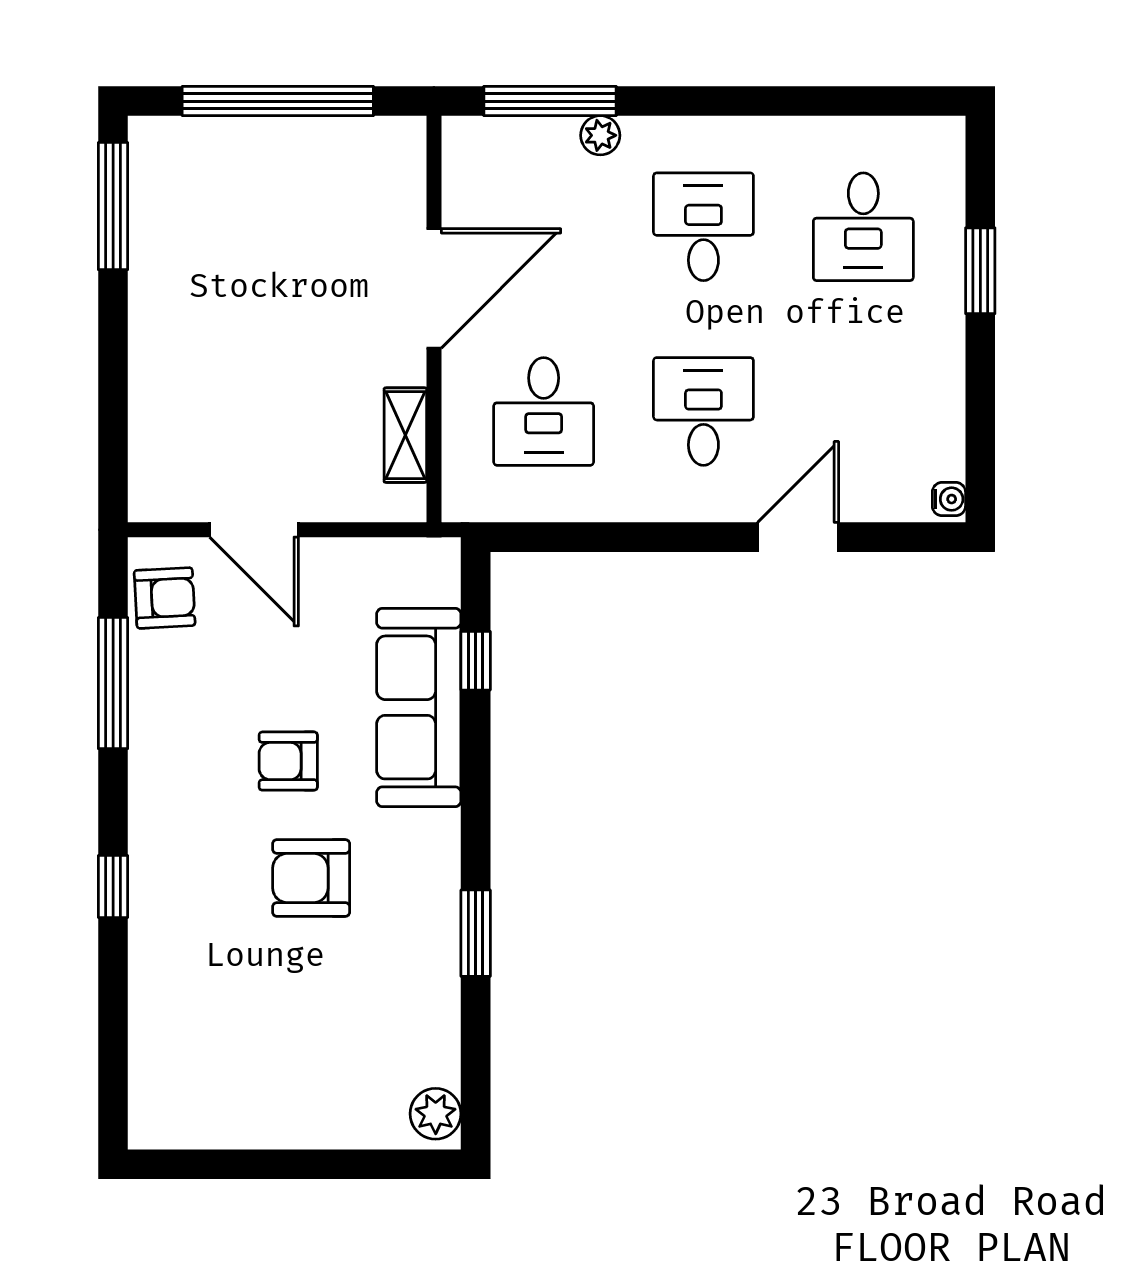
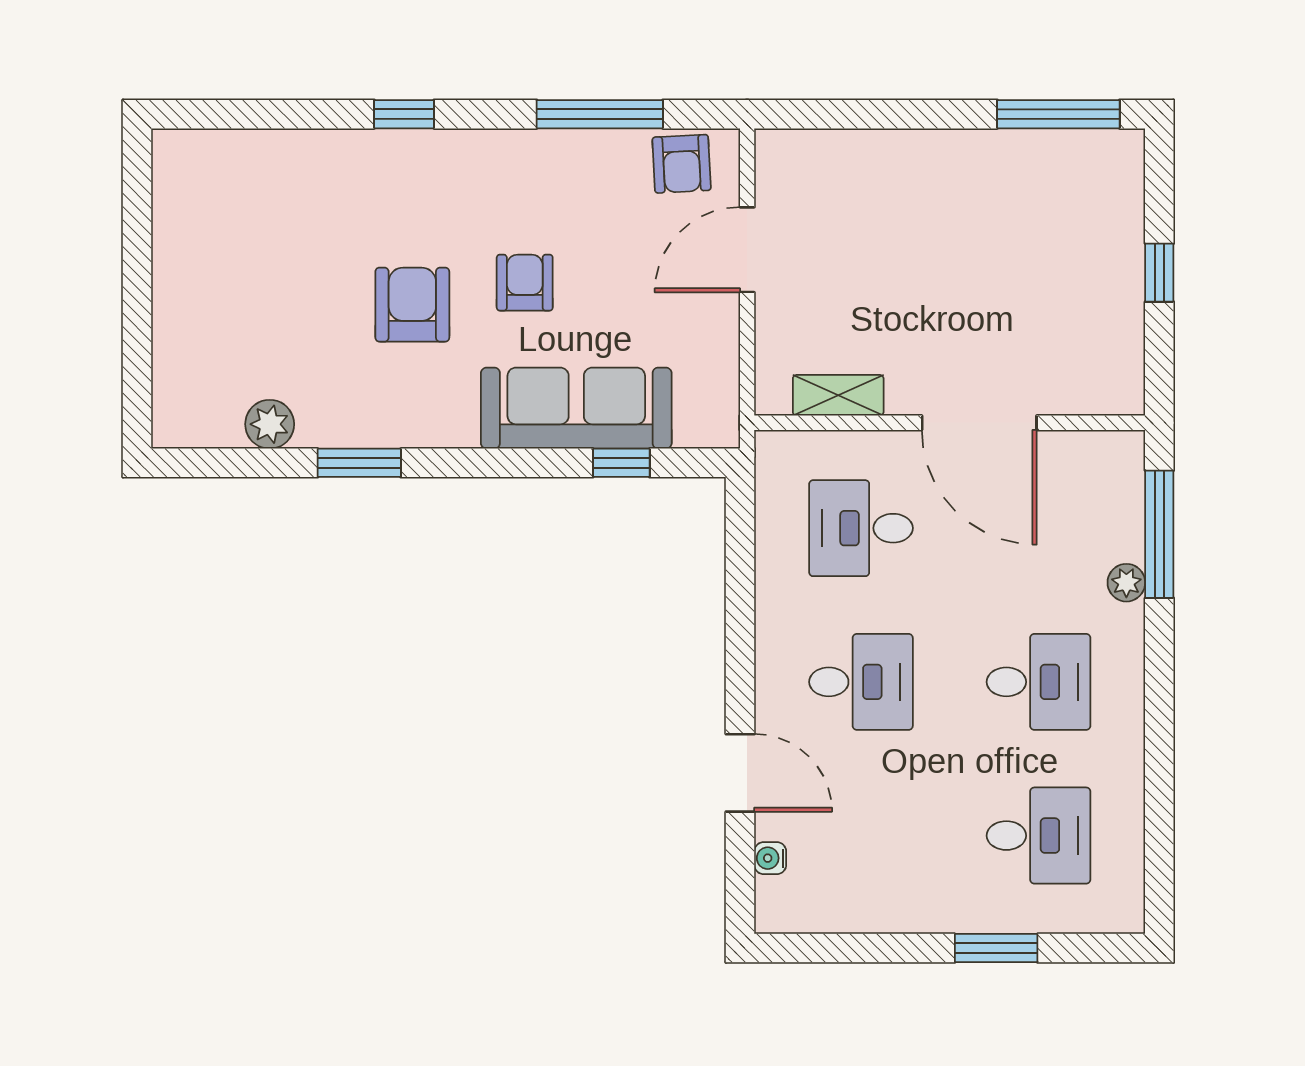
window: (278, 101) -> (1159, 273), width x0.32
desk: (863, 227) -> (1038, 836), turned 180
water cooler: (949, 499) -> (770, 858), moved, turned 90
plant: (436, 1114) -> (270, 424), moved

